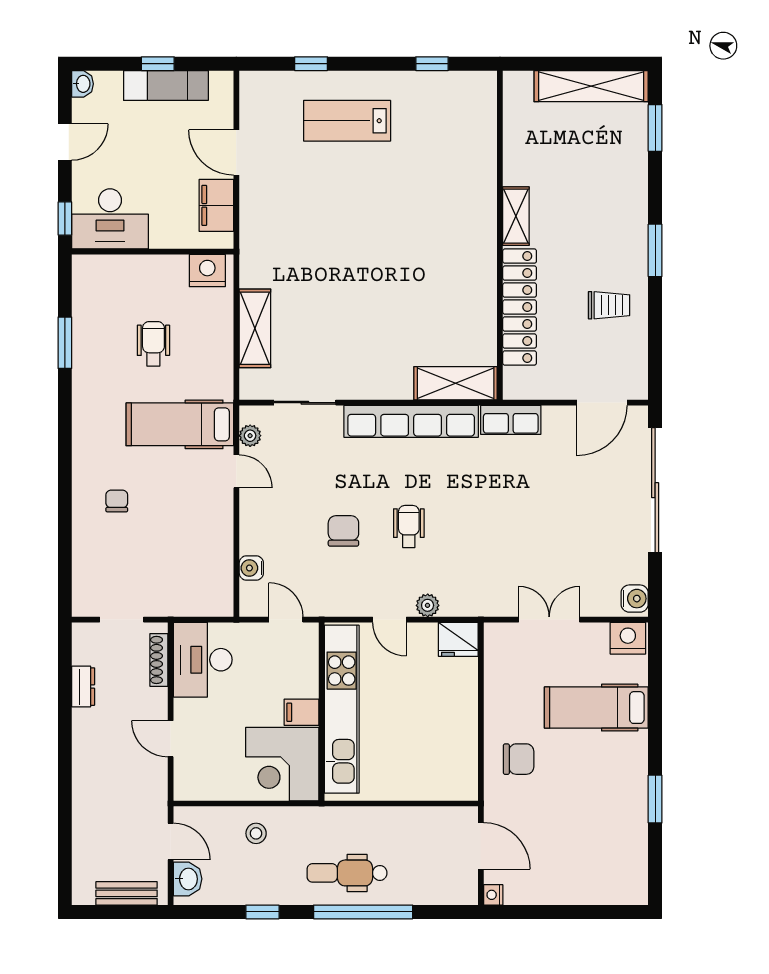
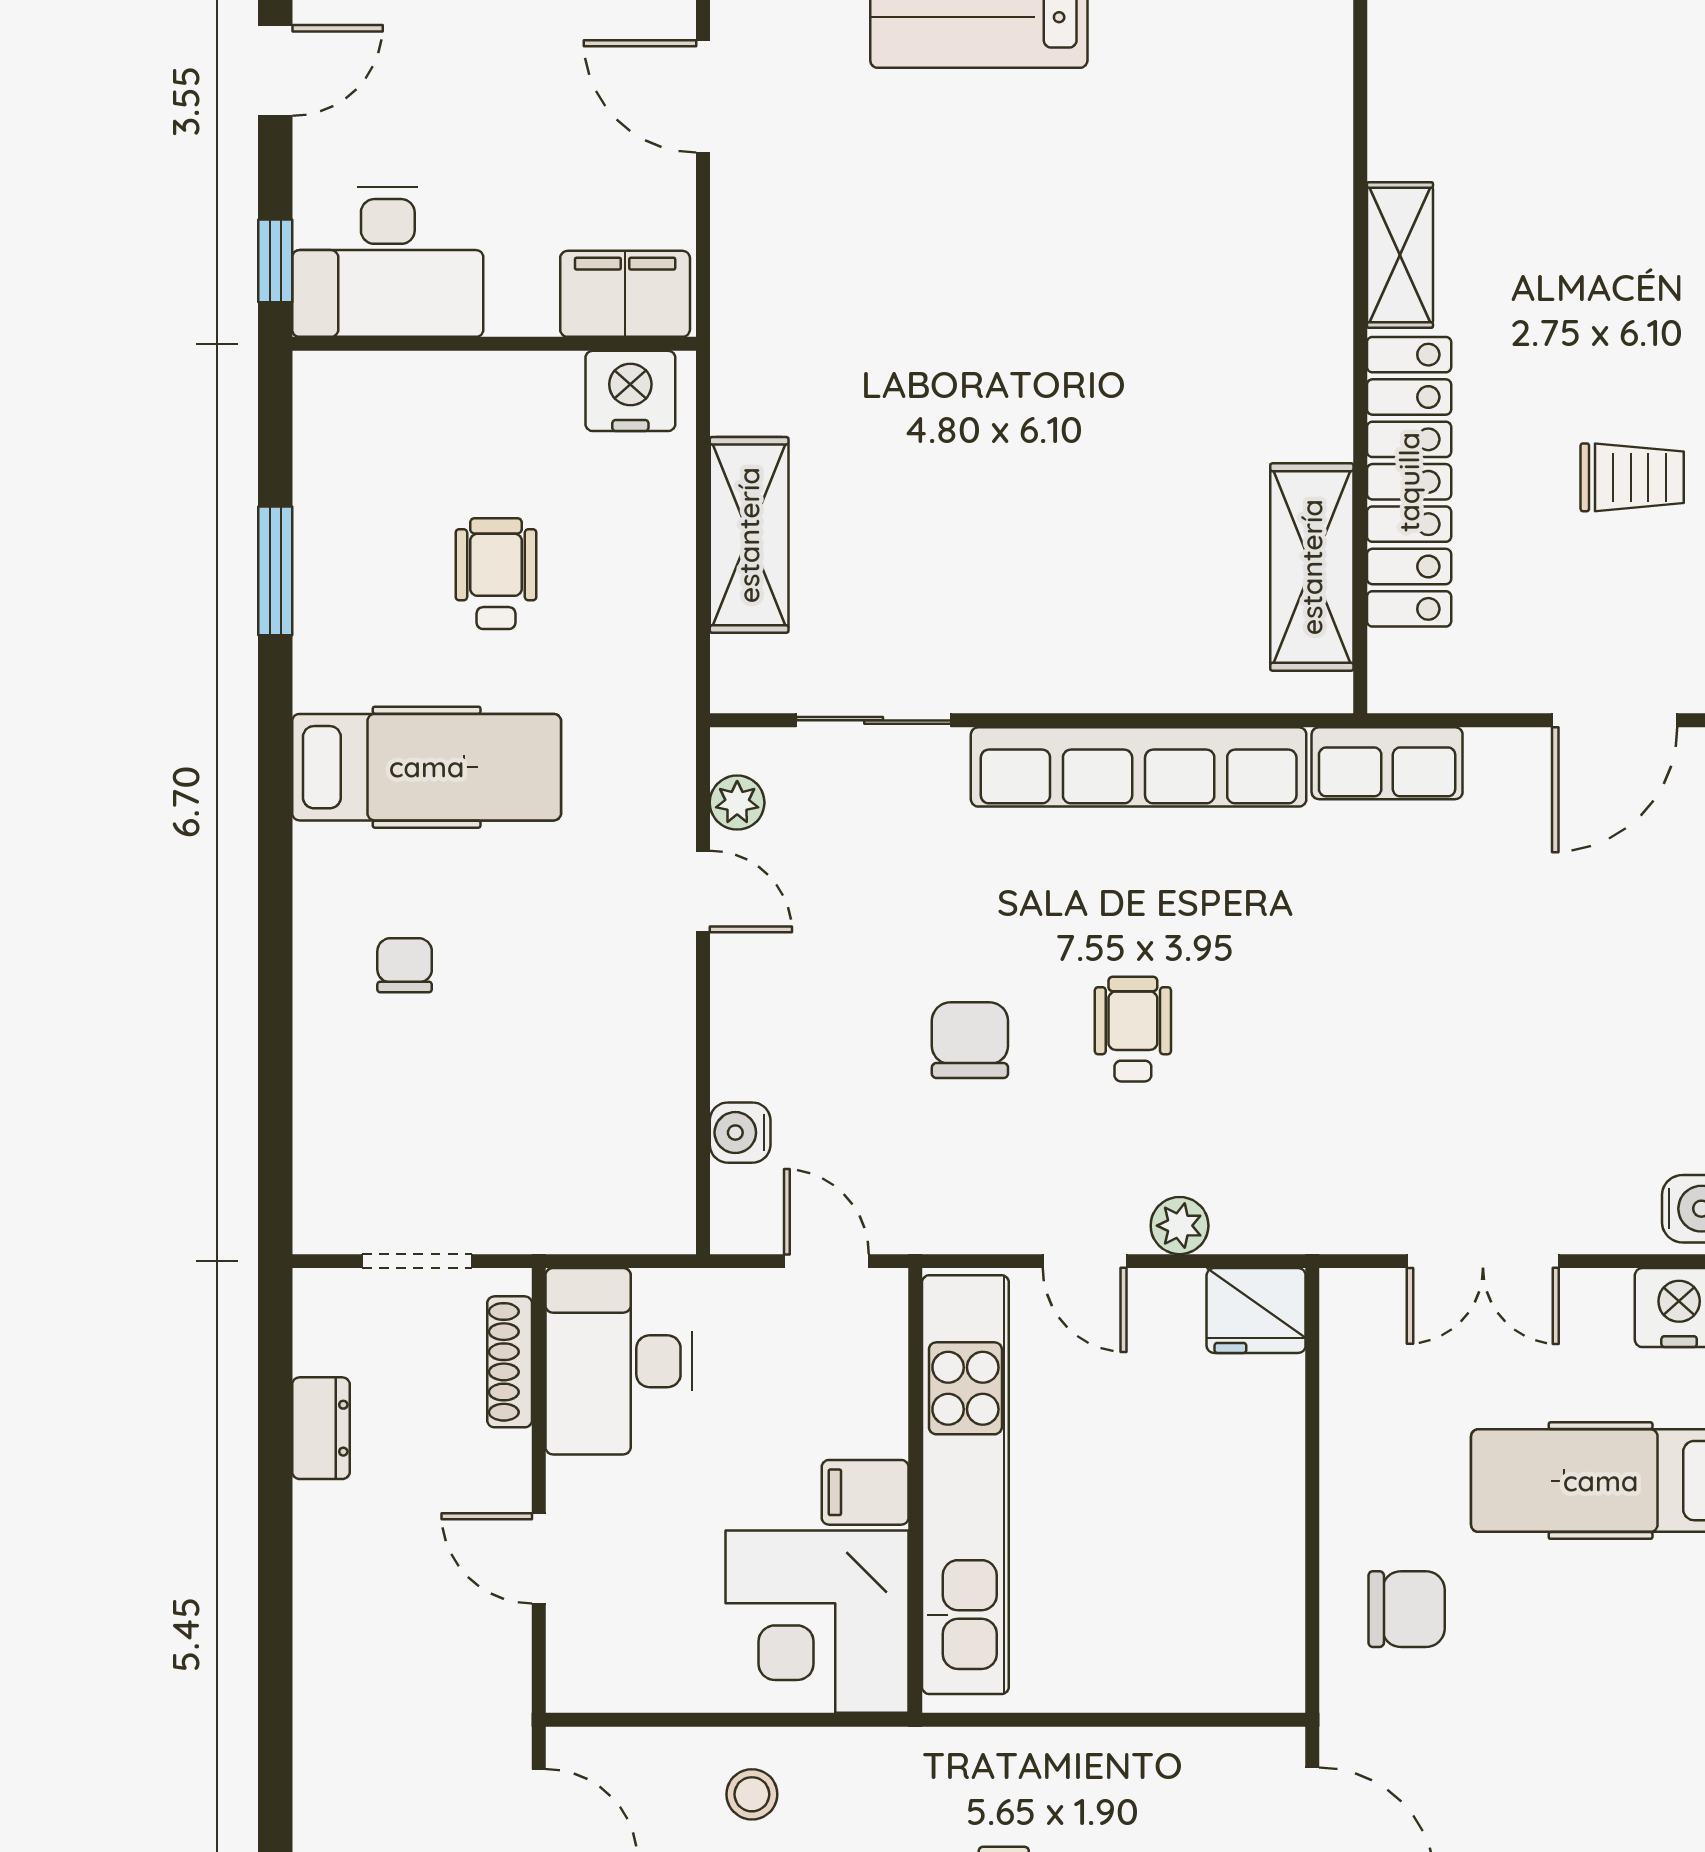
filing cabinet: (216, 205) -> (625, 294), moved, turned 90
shelving: (456, 383) -> (1312, 567), moved, turned 90
hospital bed: (180, 424) -> (427, 767), moved, turned 180
double door: (549, 620) -> (1483, 1261), swing flipped

